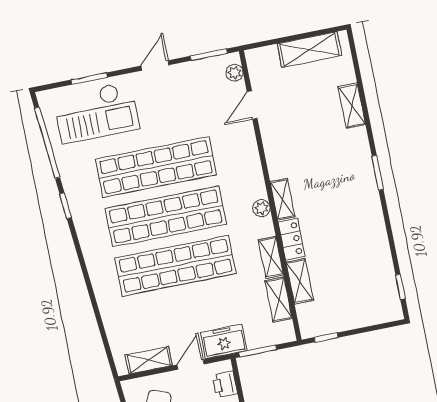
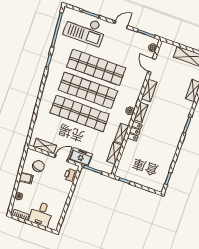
door: (252, 105) -> (152, 65), hinge flipped
shelving: (300, 281) -> (149, 91), moved

